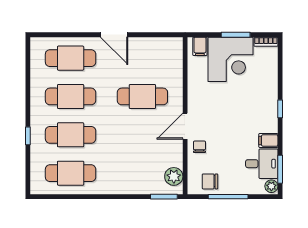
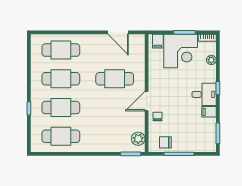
door: (114, 35) -> (118, 32), moved
desk: (262, 164) -> (204, 94), moved
plant: (271, 186) -> (211, 60), moved

